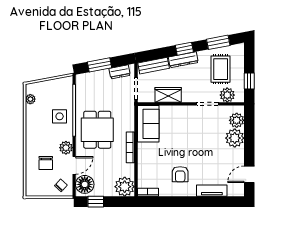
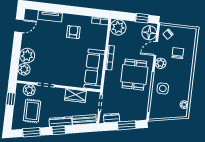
sofa: (148, 124) -> (94, 69), width x1.36

